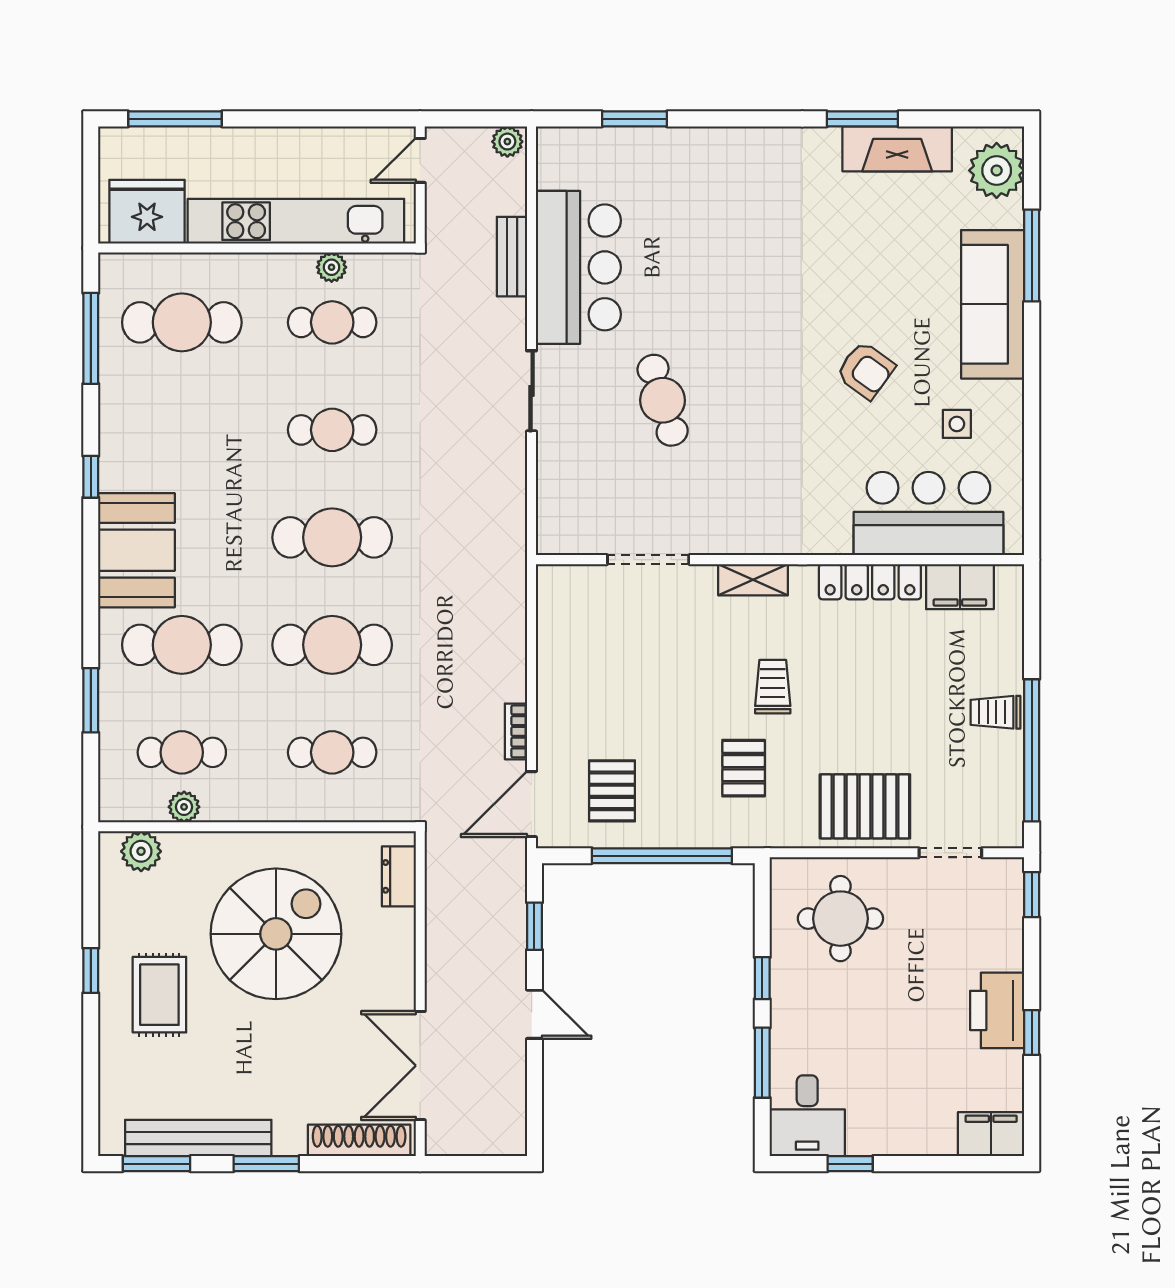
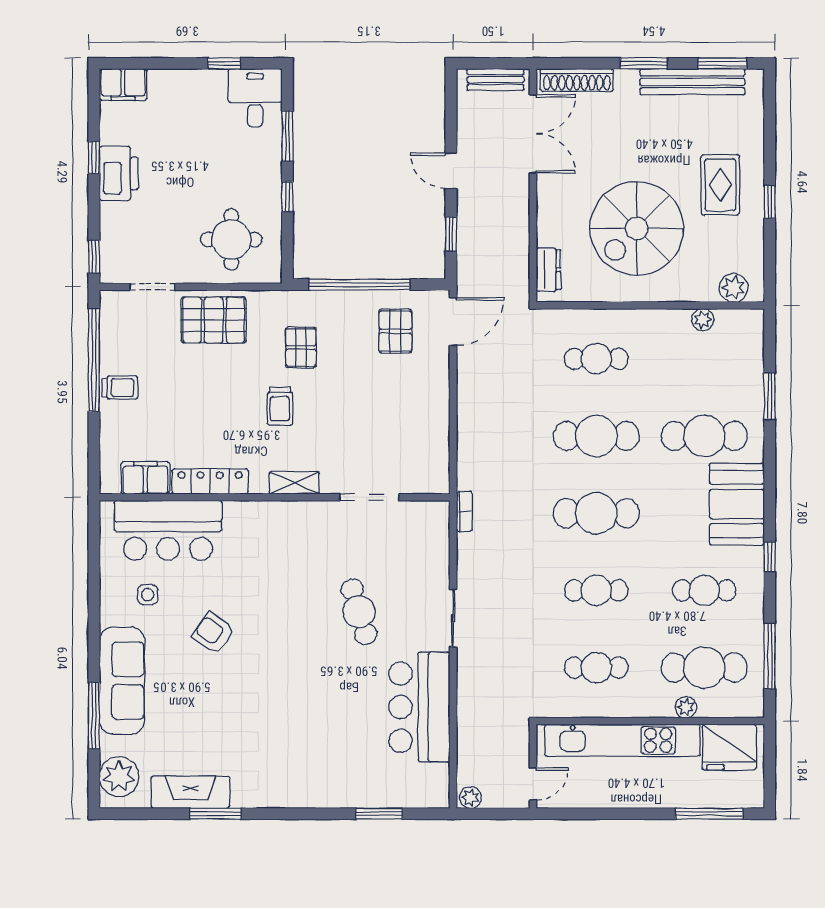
bench: (512, 257) -> (495, 80), moved, turned 90
plant: (332, 267) -> (686, 707), moved
bookcase: (516, 731) -> (464, 511), moved
cafe table: (182, 752) -> (704, 590), moved

